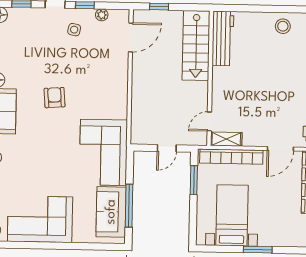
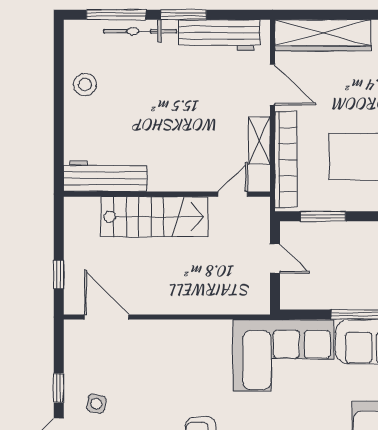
plant: (102, 15) -> (73, 362), removed
stairs: (196, 45) -> (155, 217), moved
door: (209, 121) -> (233, 194), swing flipped
shelving: (226, 139) -> (259, 141), moved

